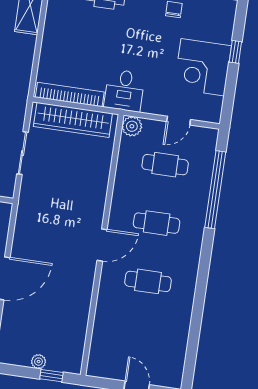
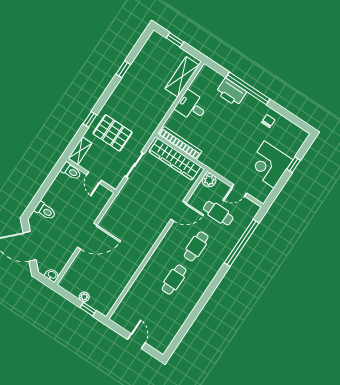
desk: (124, 90) -> (191, 106), moved, turned 90
cafe table: (157, 223) -> (196, 246), turned 90
door: (102, 245) -> (178, 211), moved
cafe table: (148, 281) -> (174, 280), turned 90

